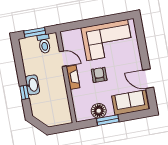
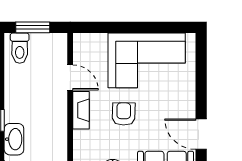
toilet: (44, 44) -> (20, 48), moved
washbasin: (32, 85) -> (14, 139), moved

